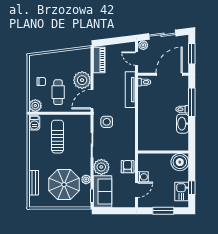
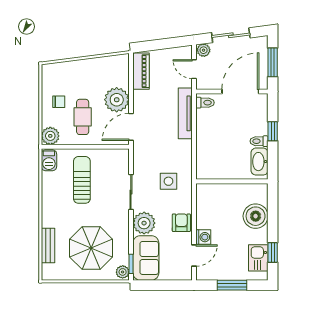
window: (192, 102) -> (273, 131), width x0.46
side table: (107, 122) -> (168, 181), moved
wall: (163, 152) -> (232, 181), moved
plant: (86, 179) -> (123, 272), moved

